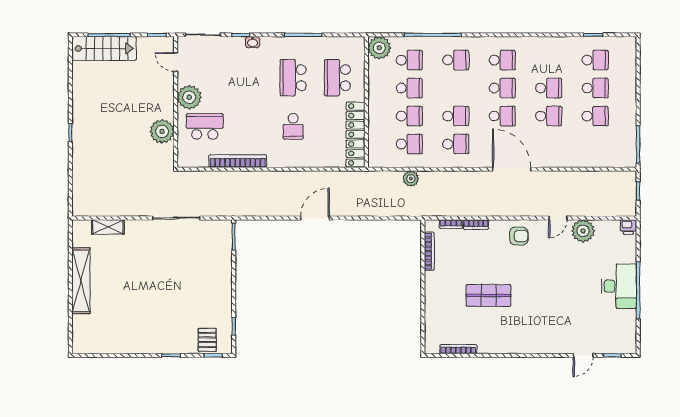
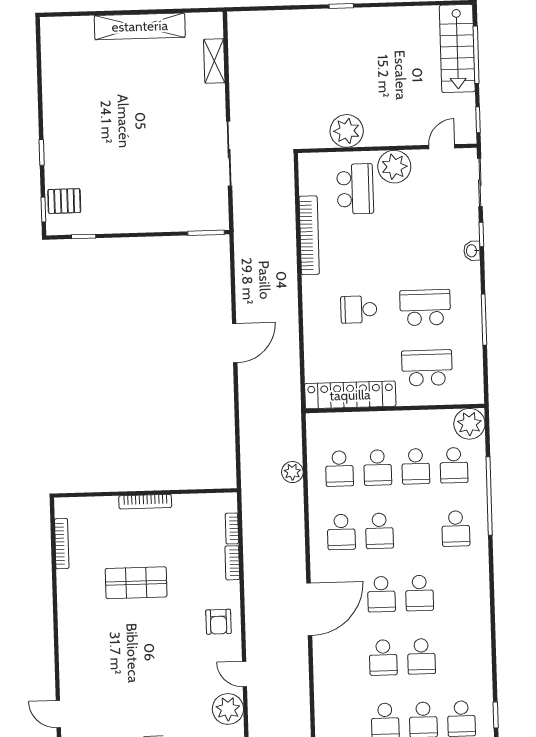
school desk: (502, 60) -> (458, 592), removed
door: (315, 218) -> (235, 343), hinge flipped
bookcase: (429, 251) -> (145, 502), moved
shop shelf: (489, 296) -> (136, 583), turned 90

